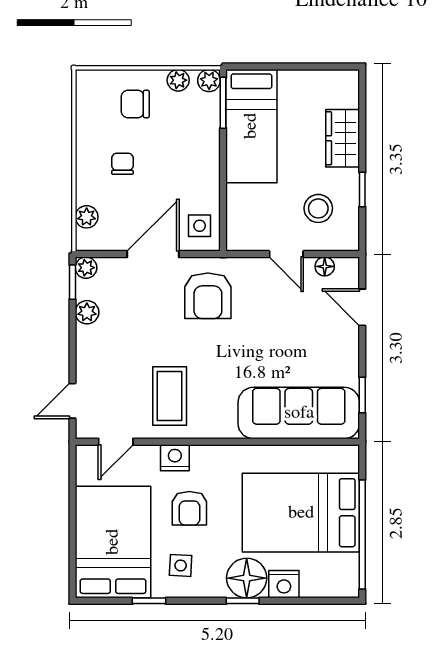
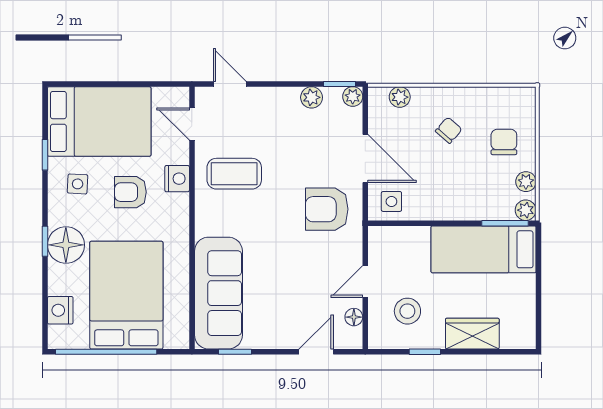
chair: (122, 164) -> (449, 130), turned -49
nightstand: (284, 584) -> (60, 310), moved

